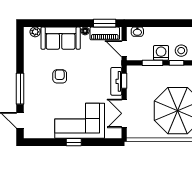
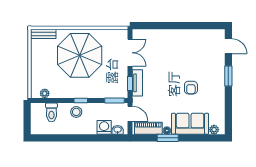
window: (105, 23) -> (168, 138), moved
washing machine: (161, 53) -> (104, 127), moved, turned 180
window: (152, 63) -> (115, 100), moved
window: (20, 89) -> (228, 76), width x0.69
corner sofa: (80, 121) -> (172, 46), removed
window: (74, 142) -> (178, 26), removed

